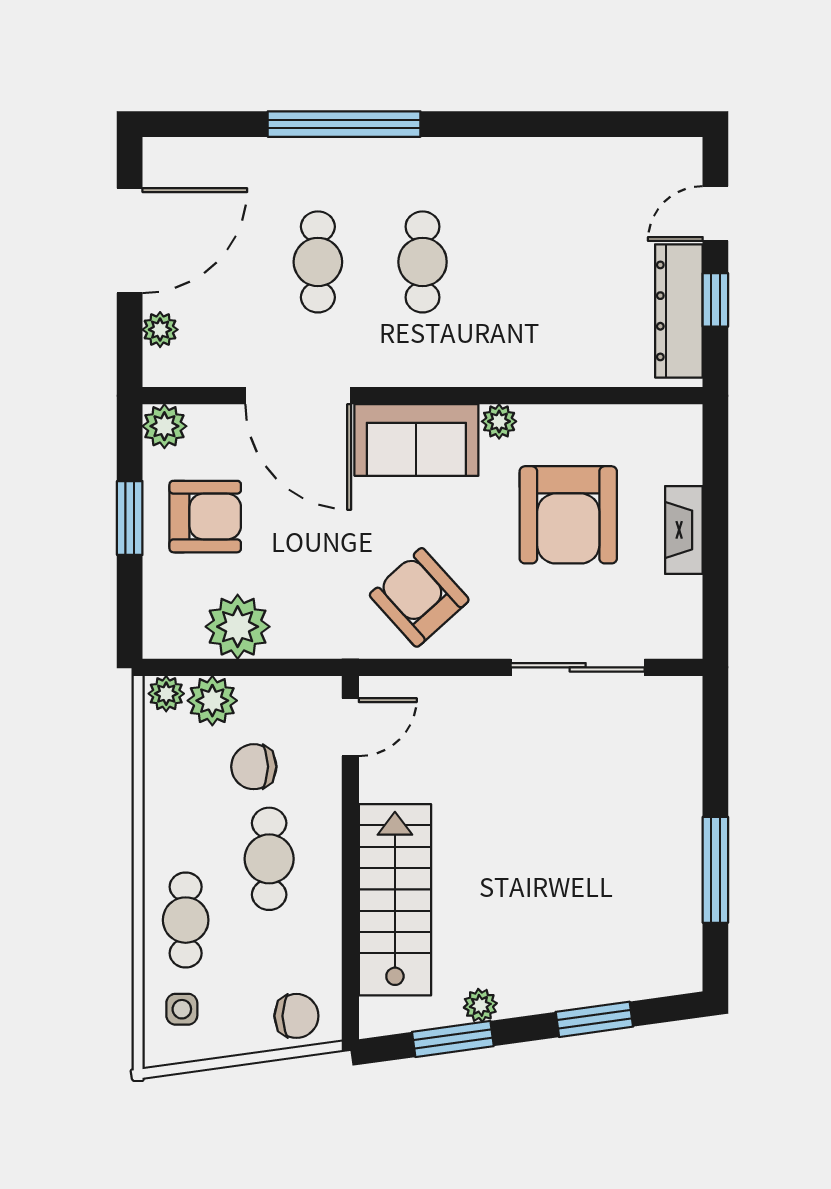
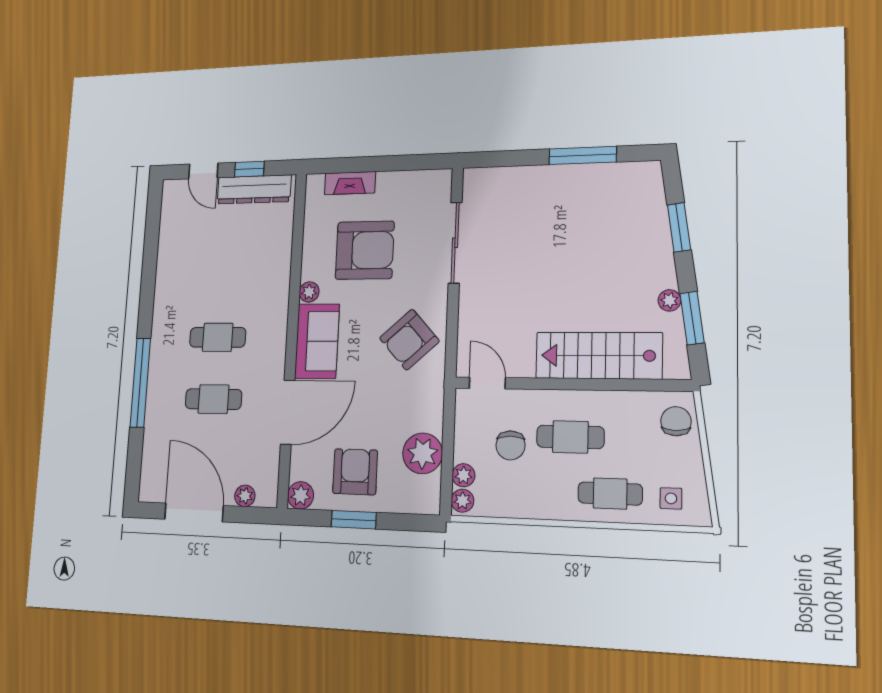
fireplace: (684, 530) -> (350, 183), moved
plant: (212, 701) -> (463, 475), width x0.73, depth x0.73

